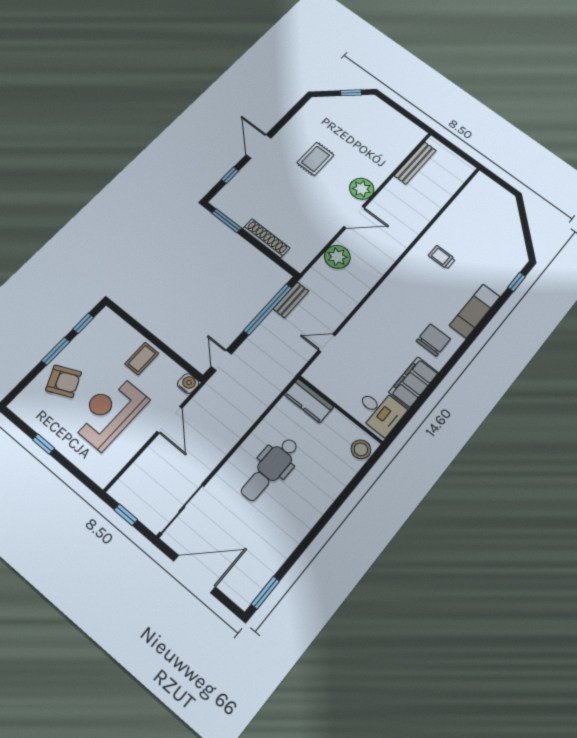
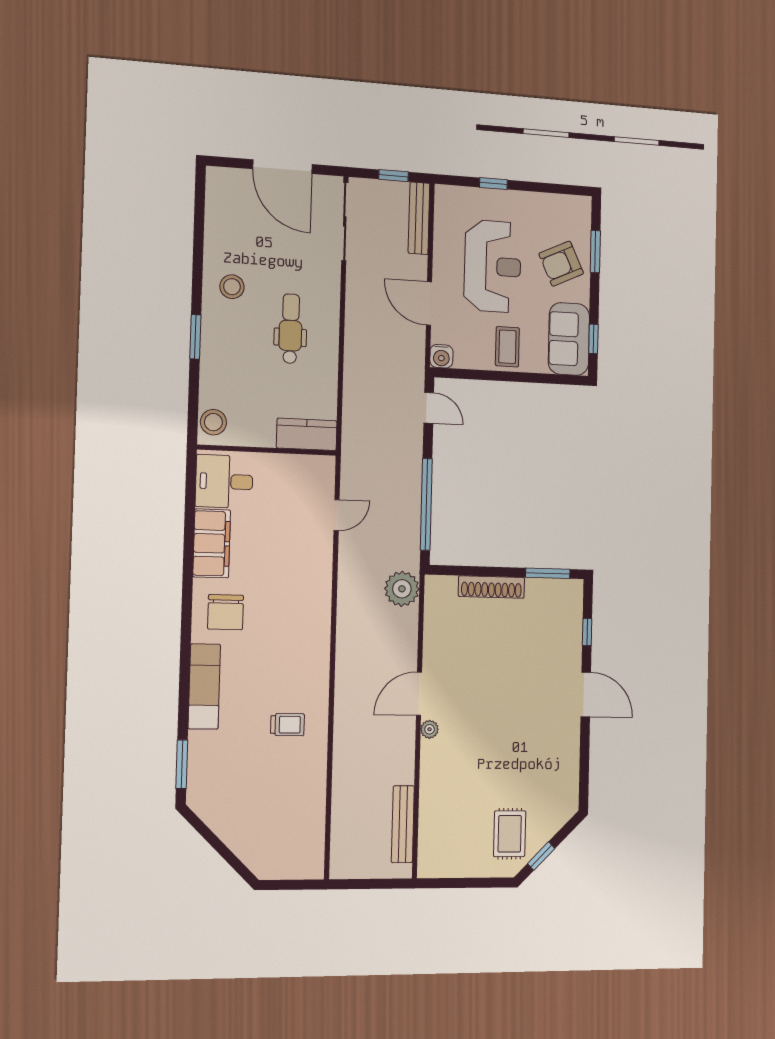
rug: (315, 159) -> (510, 834), moved
plant: (362, 189) -> (430, 729), width x0.53, depth x0.53
plant: (337, 257) -> (402, 589), moved
window: (517, 282) -> (182, 764), width x1.50
bench: (291, 300) -> (419, 218), moved, width x1.36
sofa: (99, 335) -> (569, 339), added
window: (56, 351) -> (595, 252), moved
window: (44, 444) -> (493, 184), moved
dental chair: (270, 469) -> (290, 329), width x0.73, depth x0.72
stool: (287, 522) -> (232, 287), added
door: (194, 574) -> (283, 167), hinge flipped
window: (265, 593) -> (195, 337), moved

